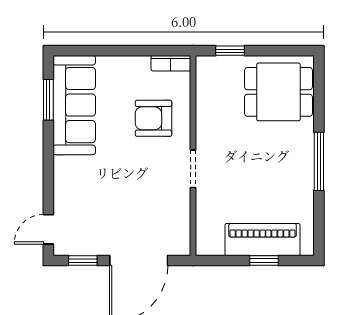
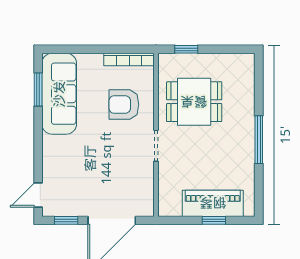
bookcase: (171, 63) -> (129, 60), width x1.56
dining table: (279, 92) -> (194, 102), moved

